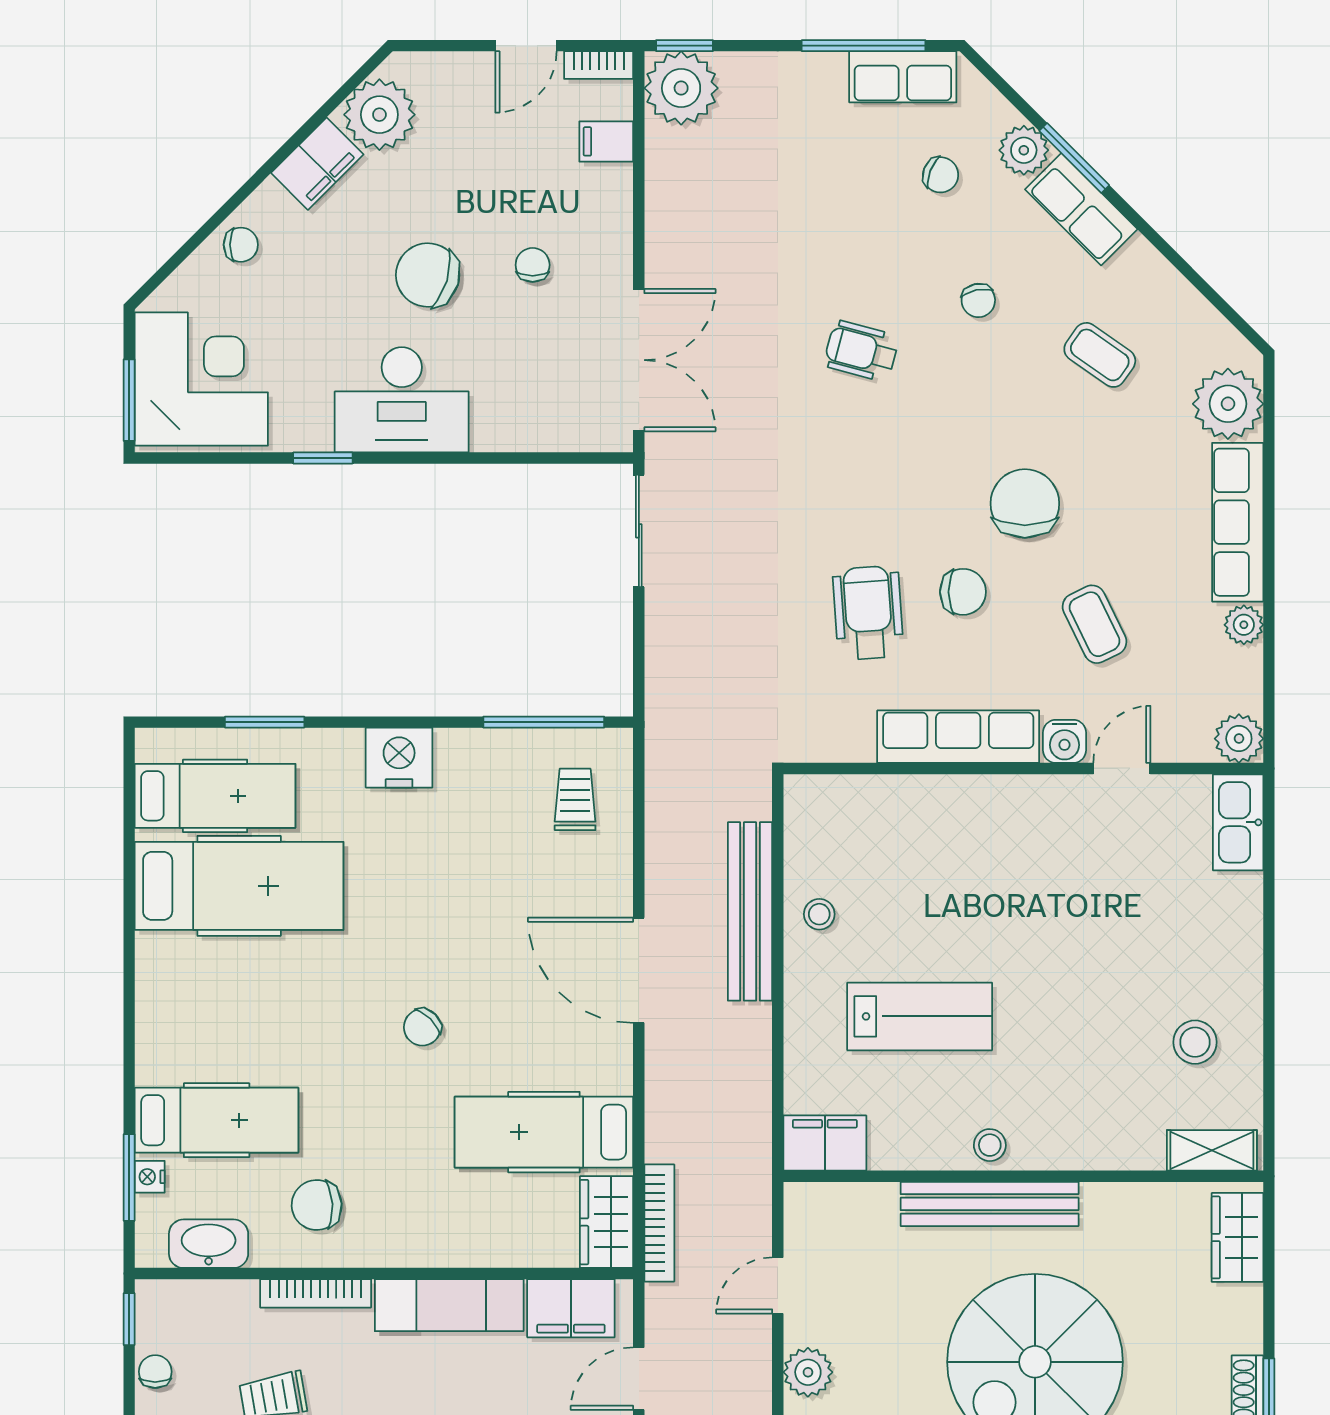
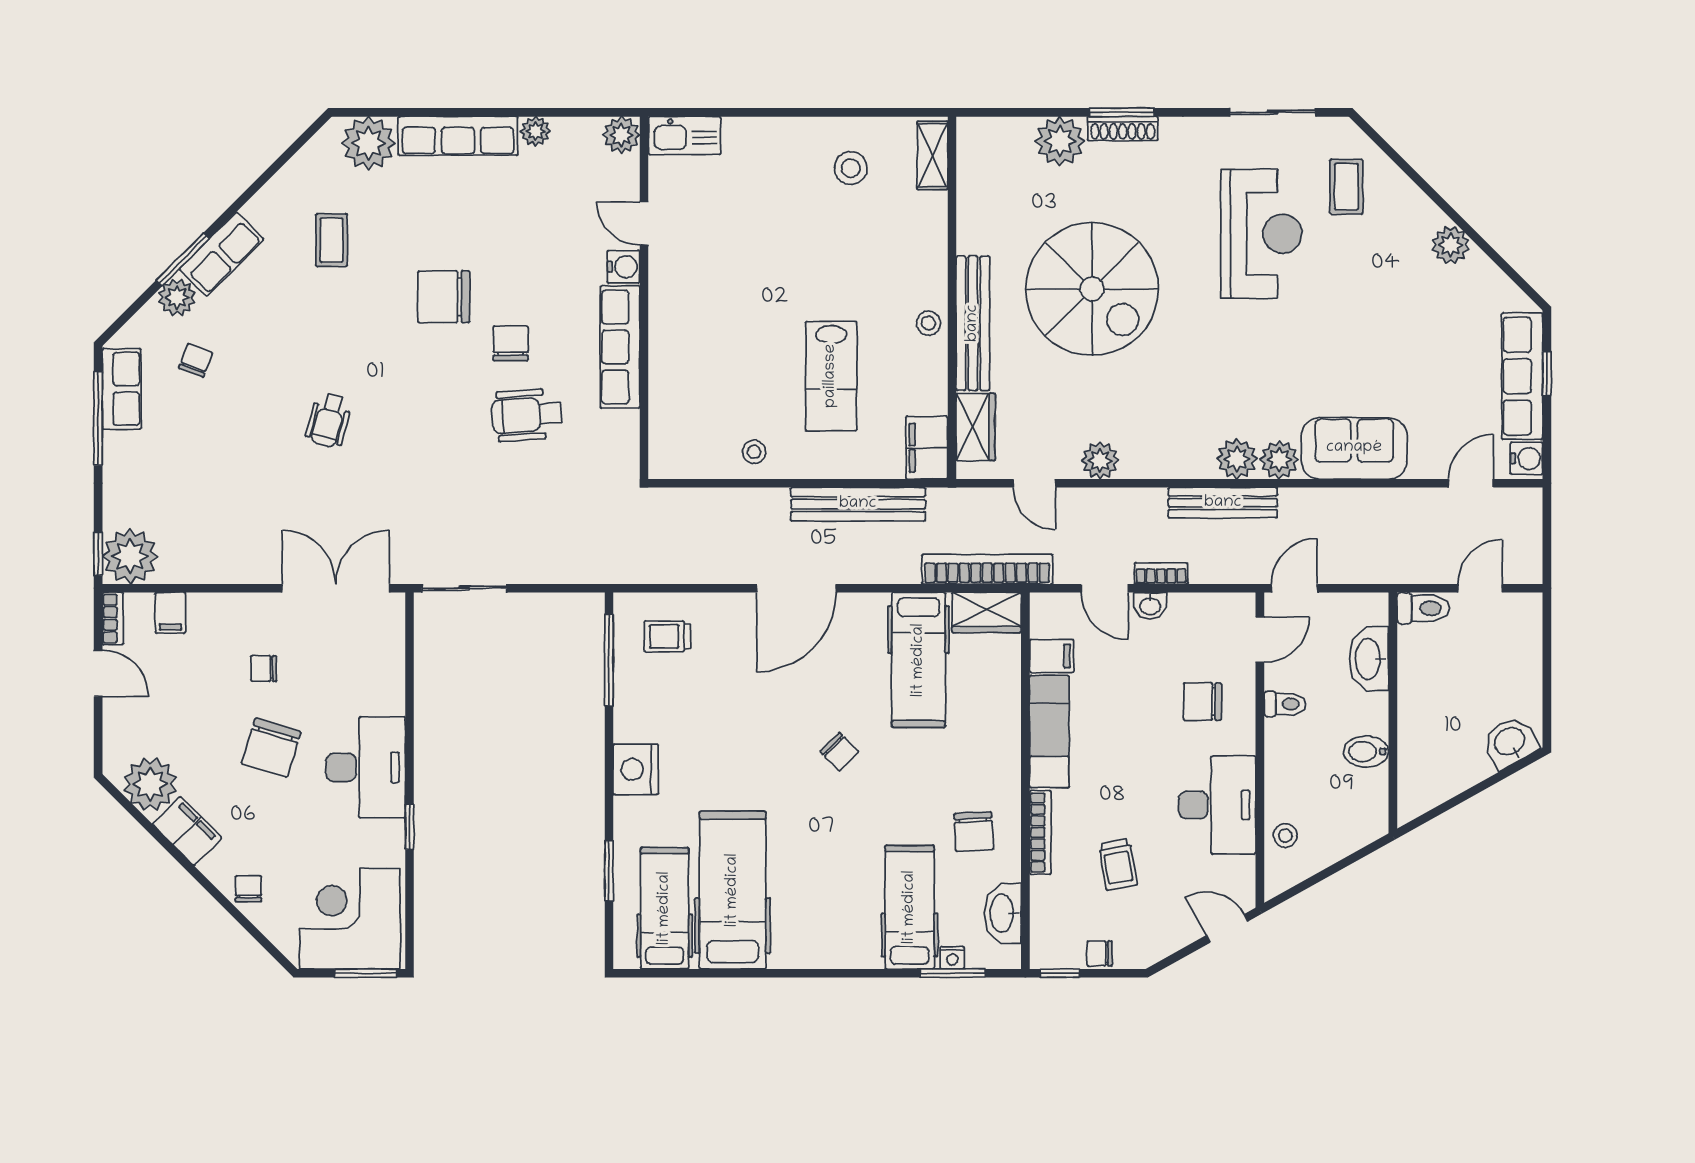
chair: (978, 300) -> (290, 332), removed
coffee table: (1100, 355) -> (332, 240), turned -35
coffee table: (1094, 624) -> (535, 244), removed
bench: (750, 911) -> (858, 504), moved
lab bench: (920, 1016) -> (831, 376), turned 180
bookcase: (659, 1223) -> (987, 569), width x1.48, depth x1.31
wardrobe: (1238, 1237) -> (976, 427), moved, turned -90
filing cabinet: (571, 1308) -> (1052, 656), width x0.50
plant: (1231, 1319) -> (1060, 141), added

